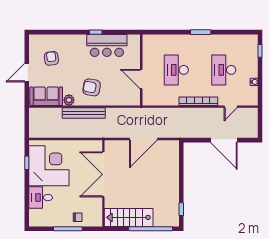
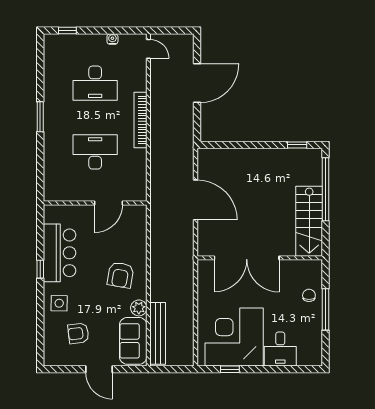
side table: (72, 45) -> (59, 303), added
desk: (176, 70) -> (95, 152), turned 180
door: (231, 107) -> (148, 49), moved
bench: (84, 113) -> (158, 333), moved

